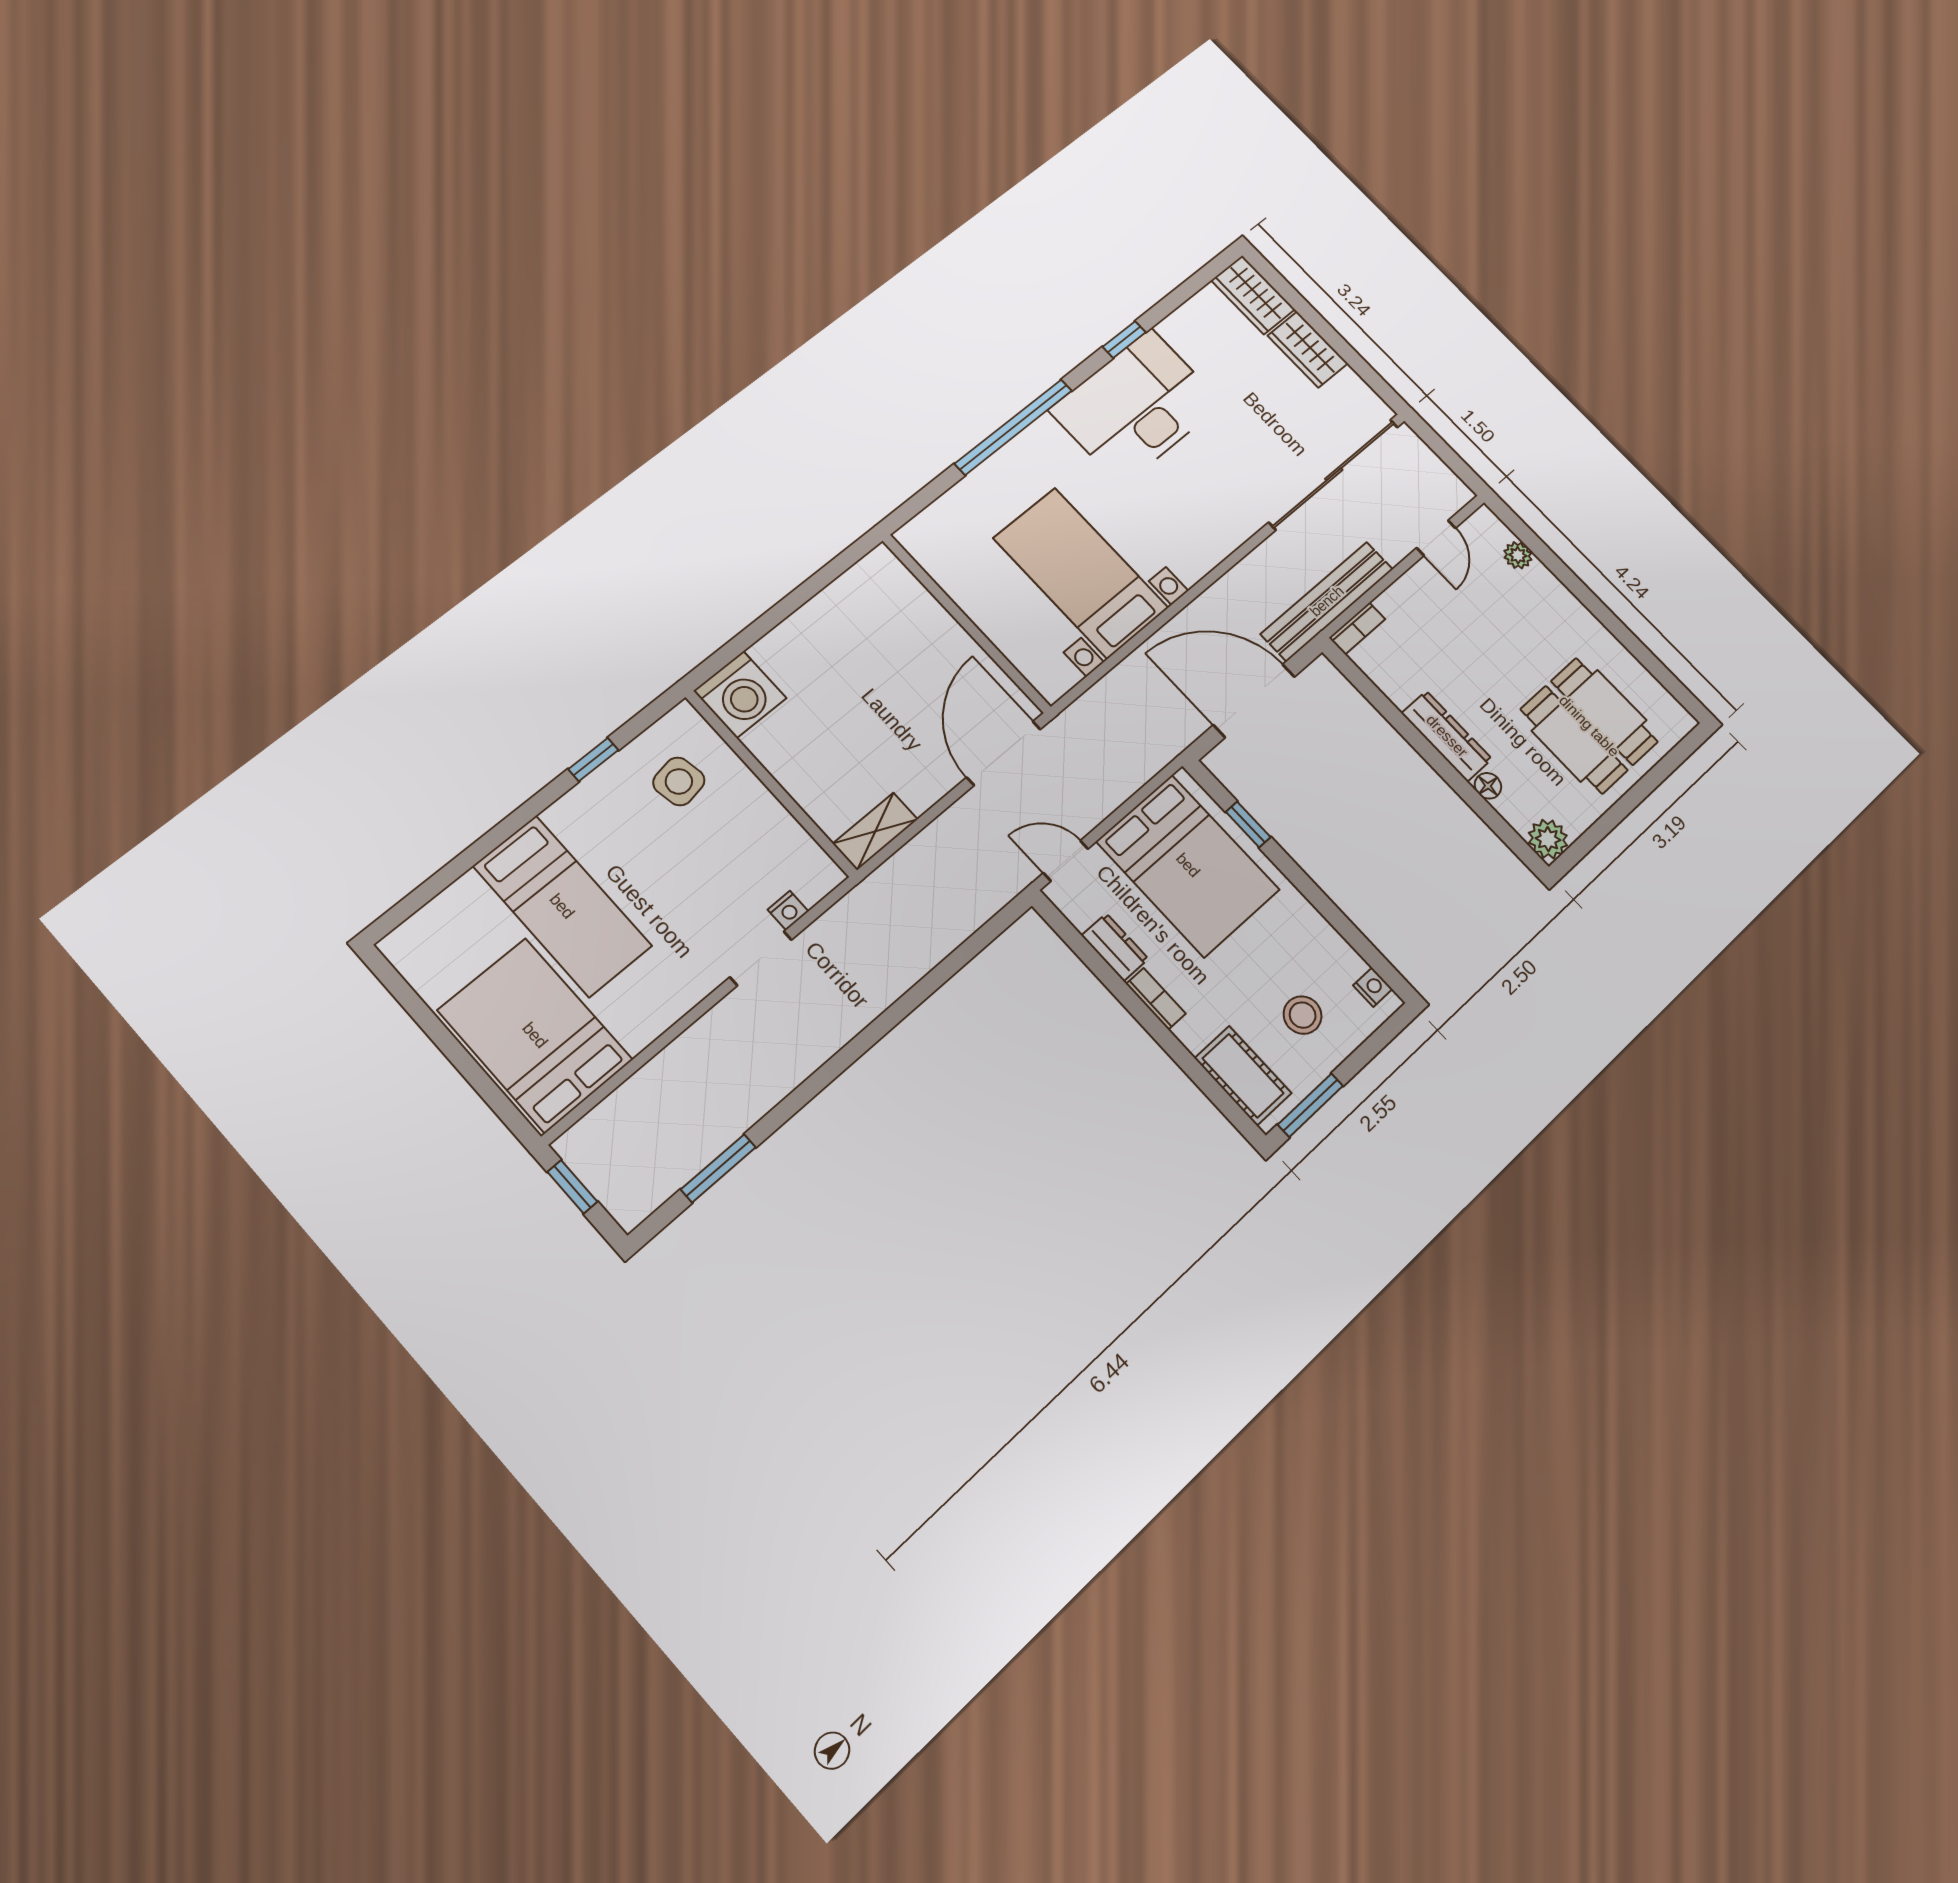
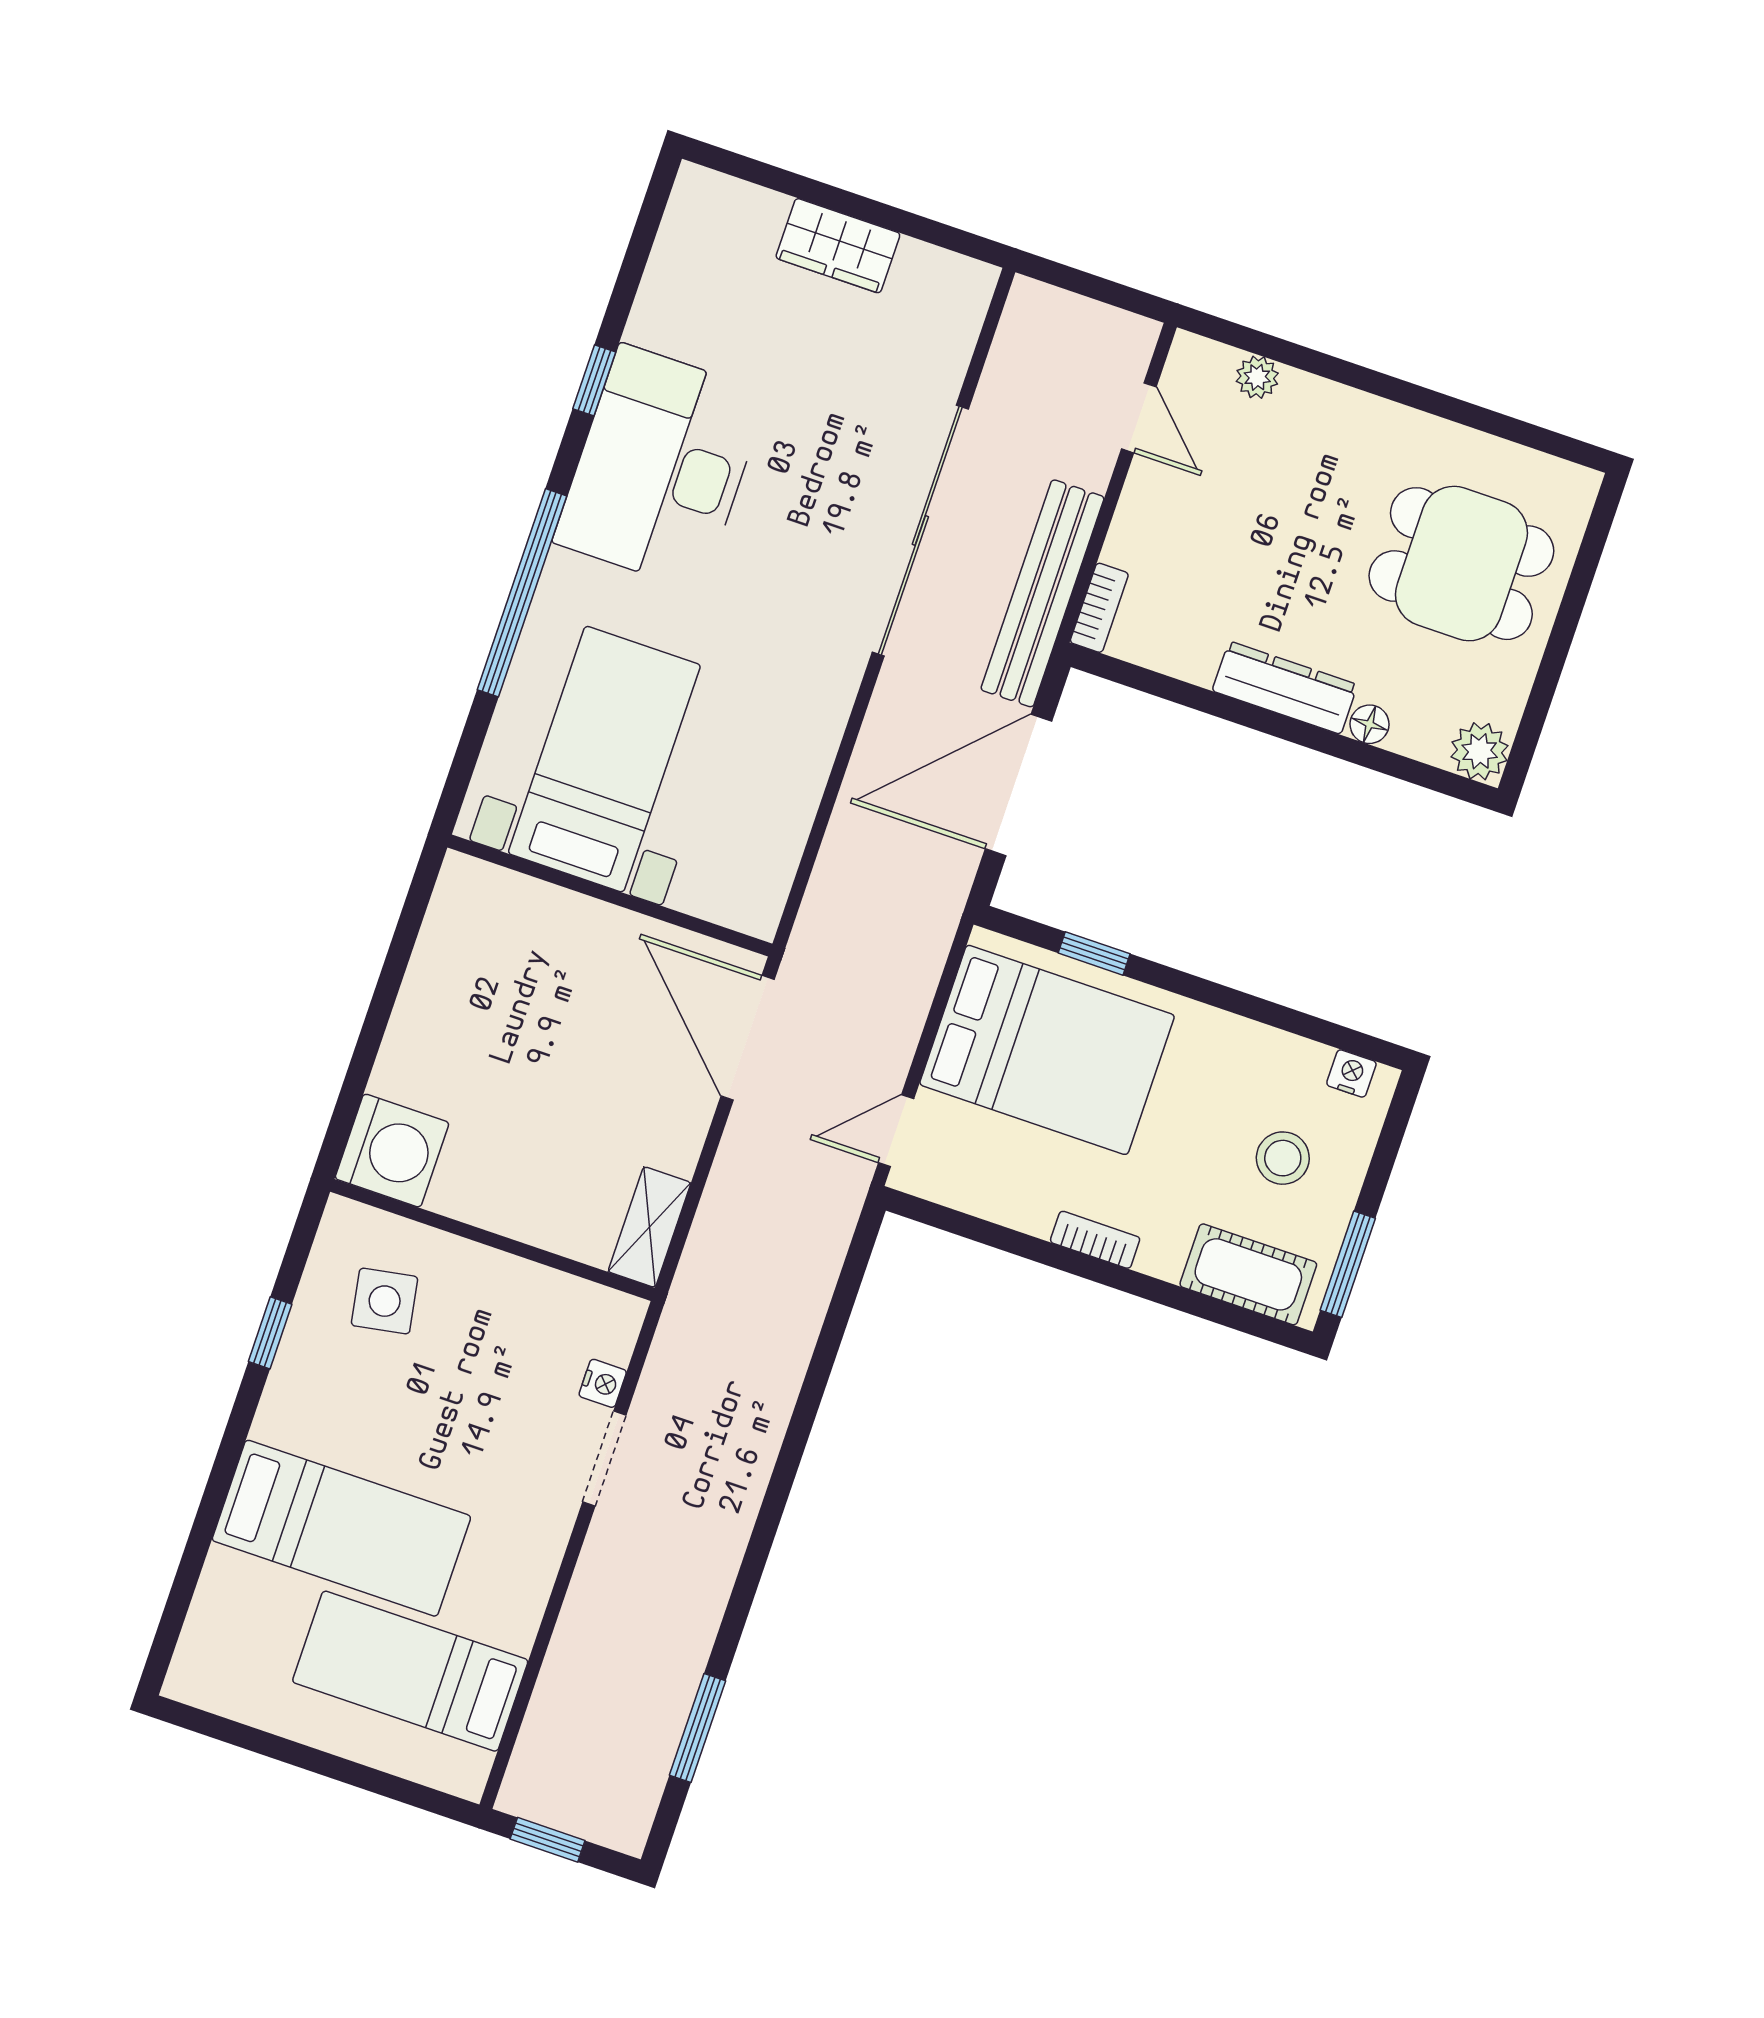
wardrobe: (1253, 295) -> (726, 209), removed
sliding door: (1334, 474) -> (920, 531), moved
bed with nightstands: (1081, 573) -> (604, 759), moved, turned 90
dresser: (1115, 947) -> (1013, 1204), removed
bed: (535, 1035) -> (410, 1671), width x0.67

